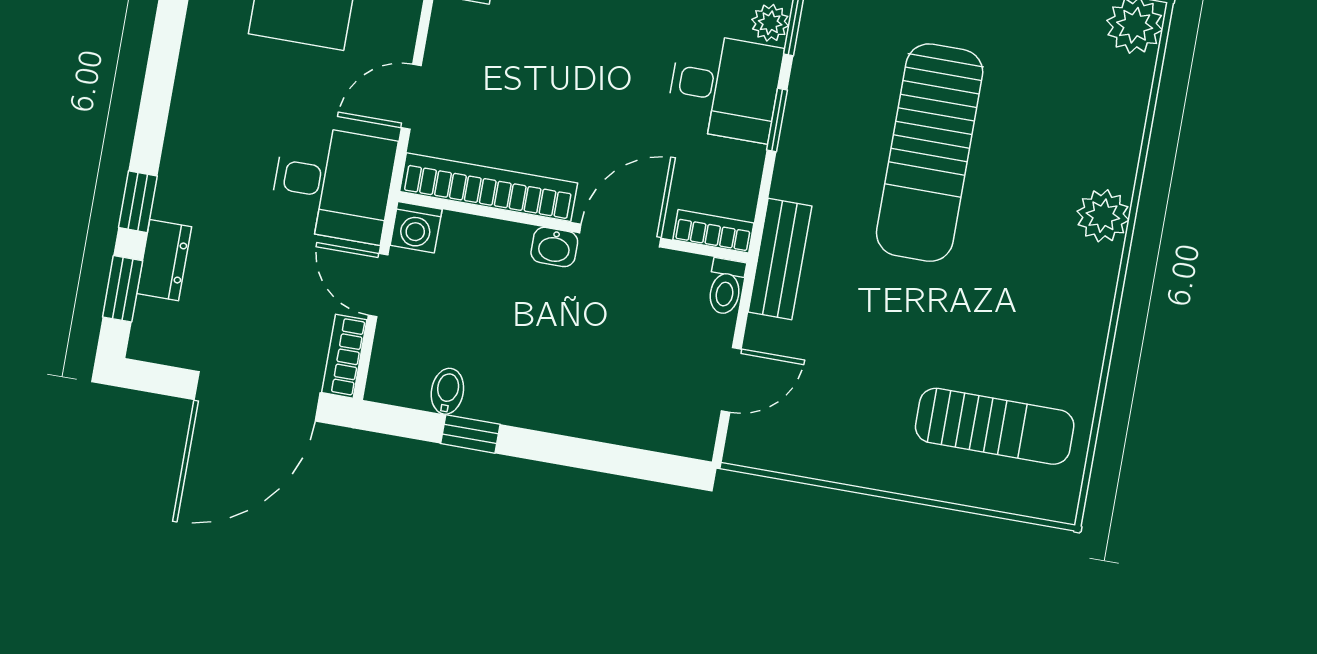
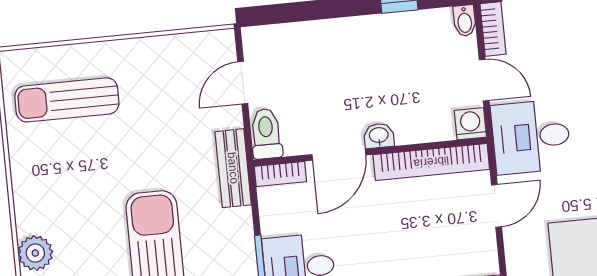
toilet: (726, 287) -> (266, 134), width x1.37, depth x1.39
bidet: (447, 391) -> (465, 21), moved

